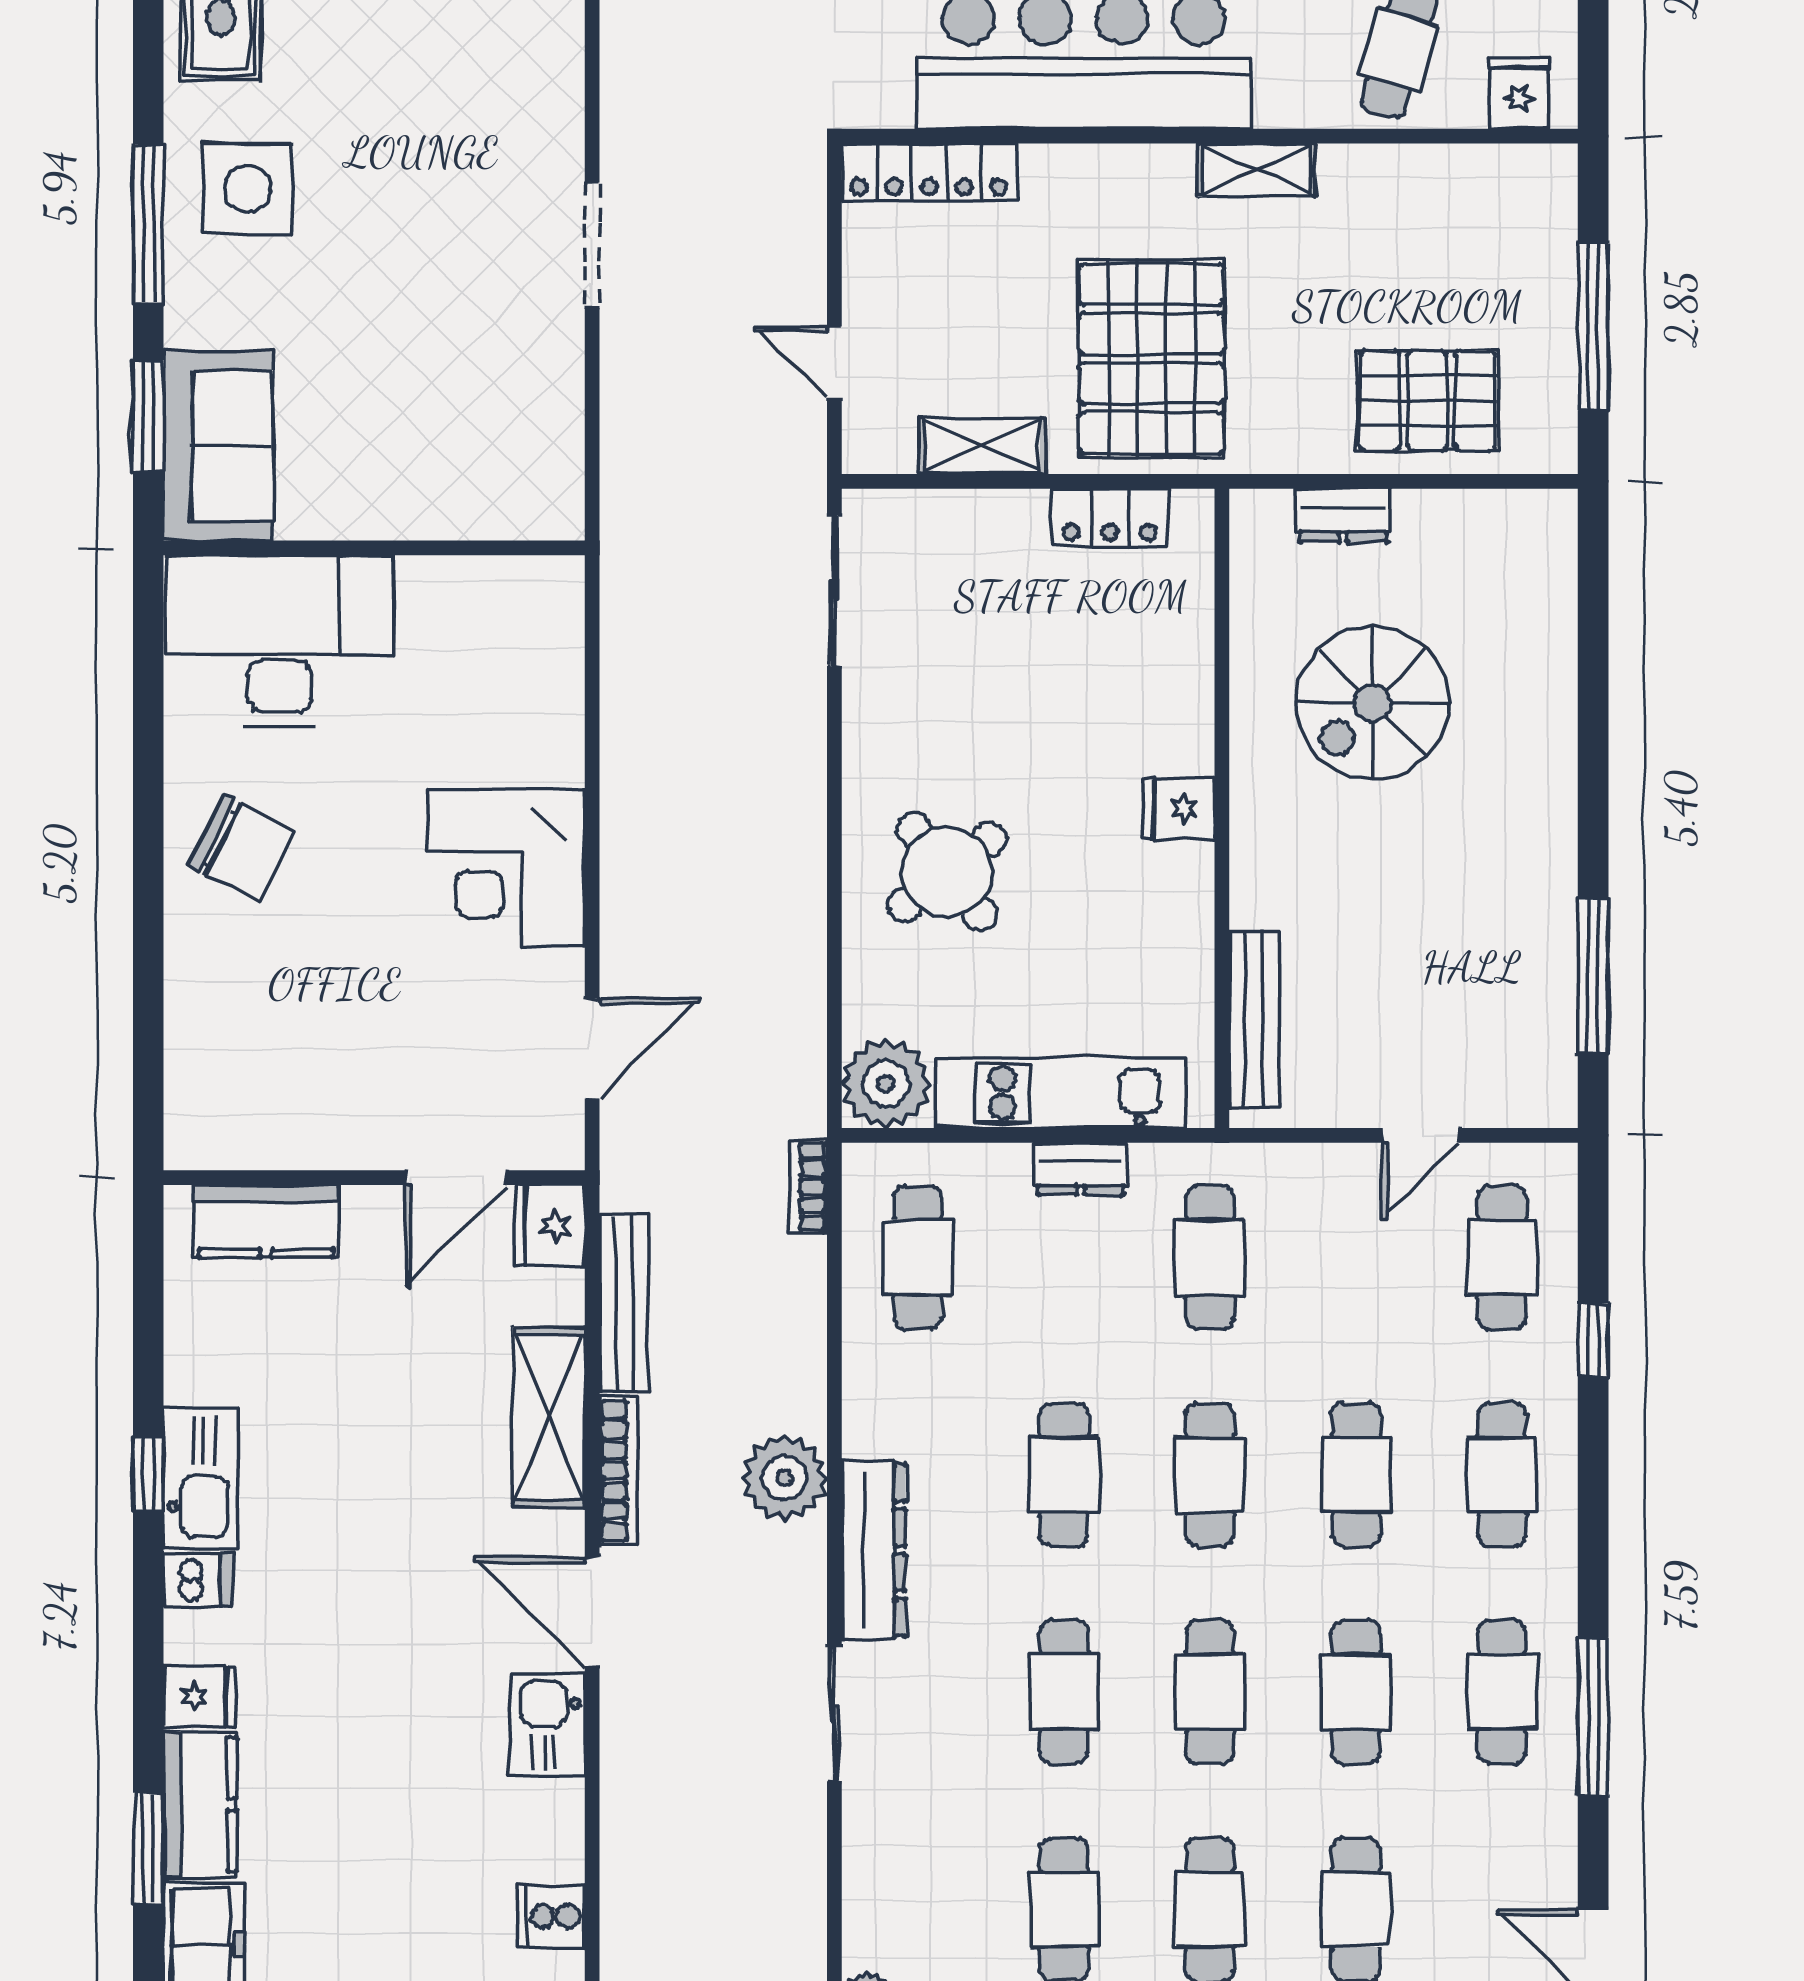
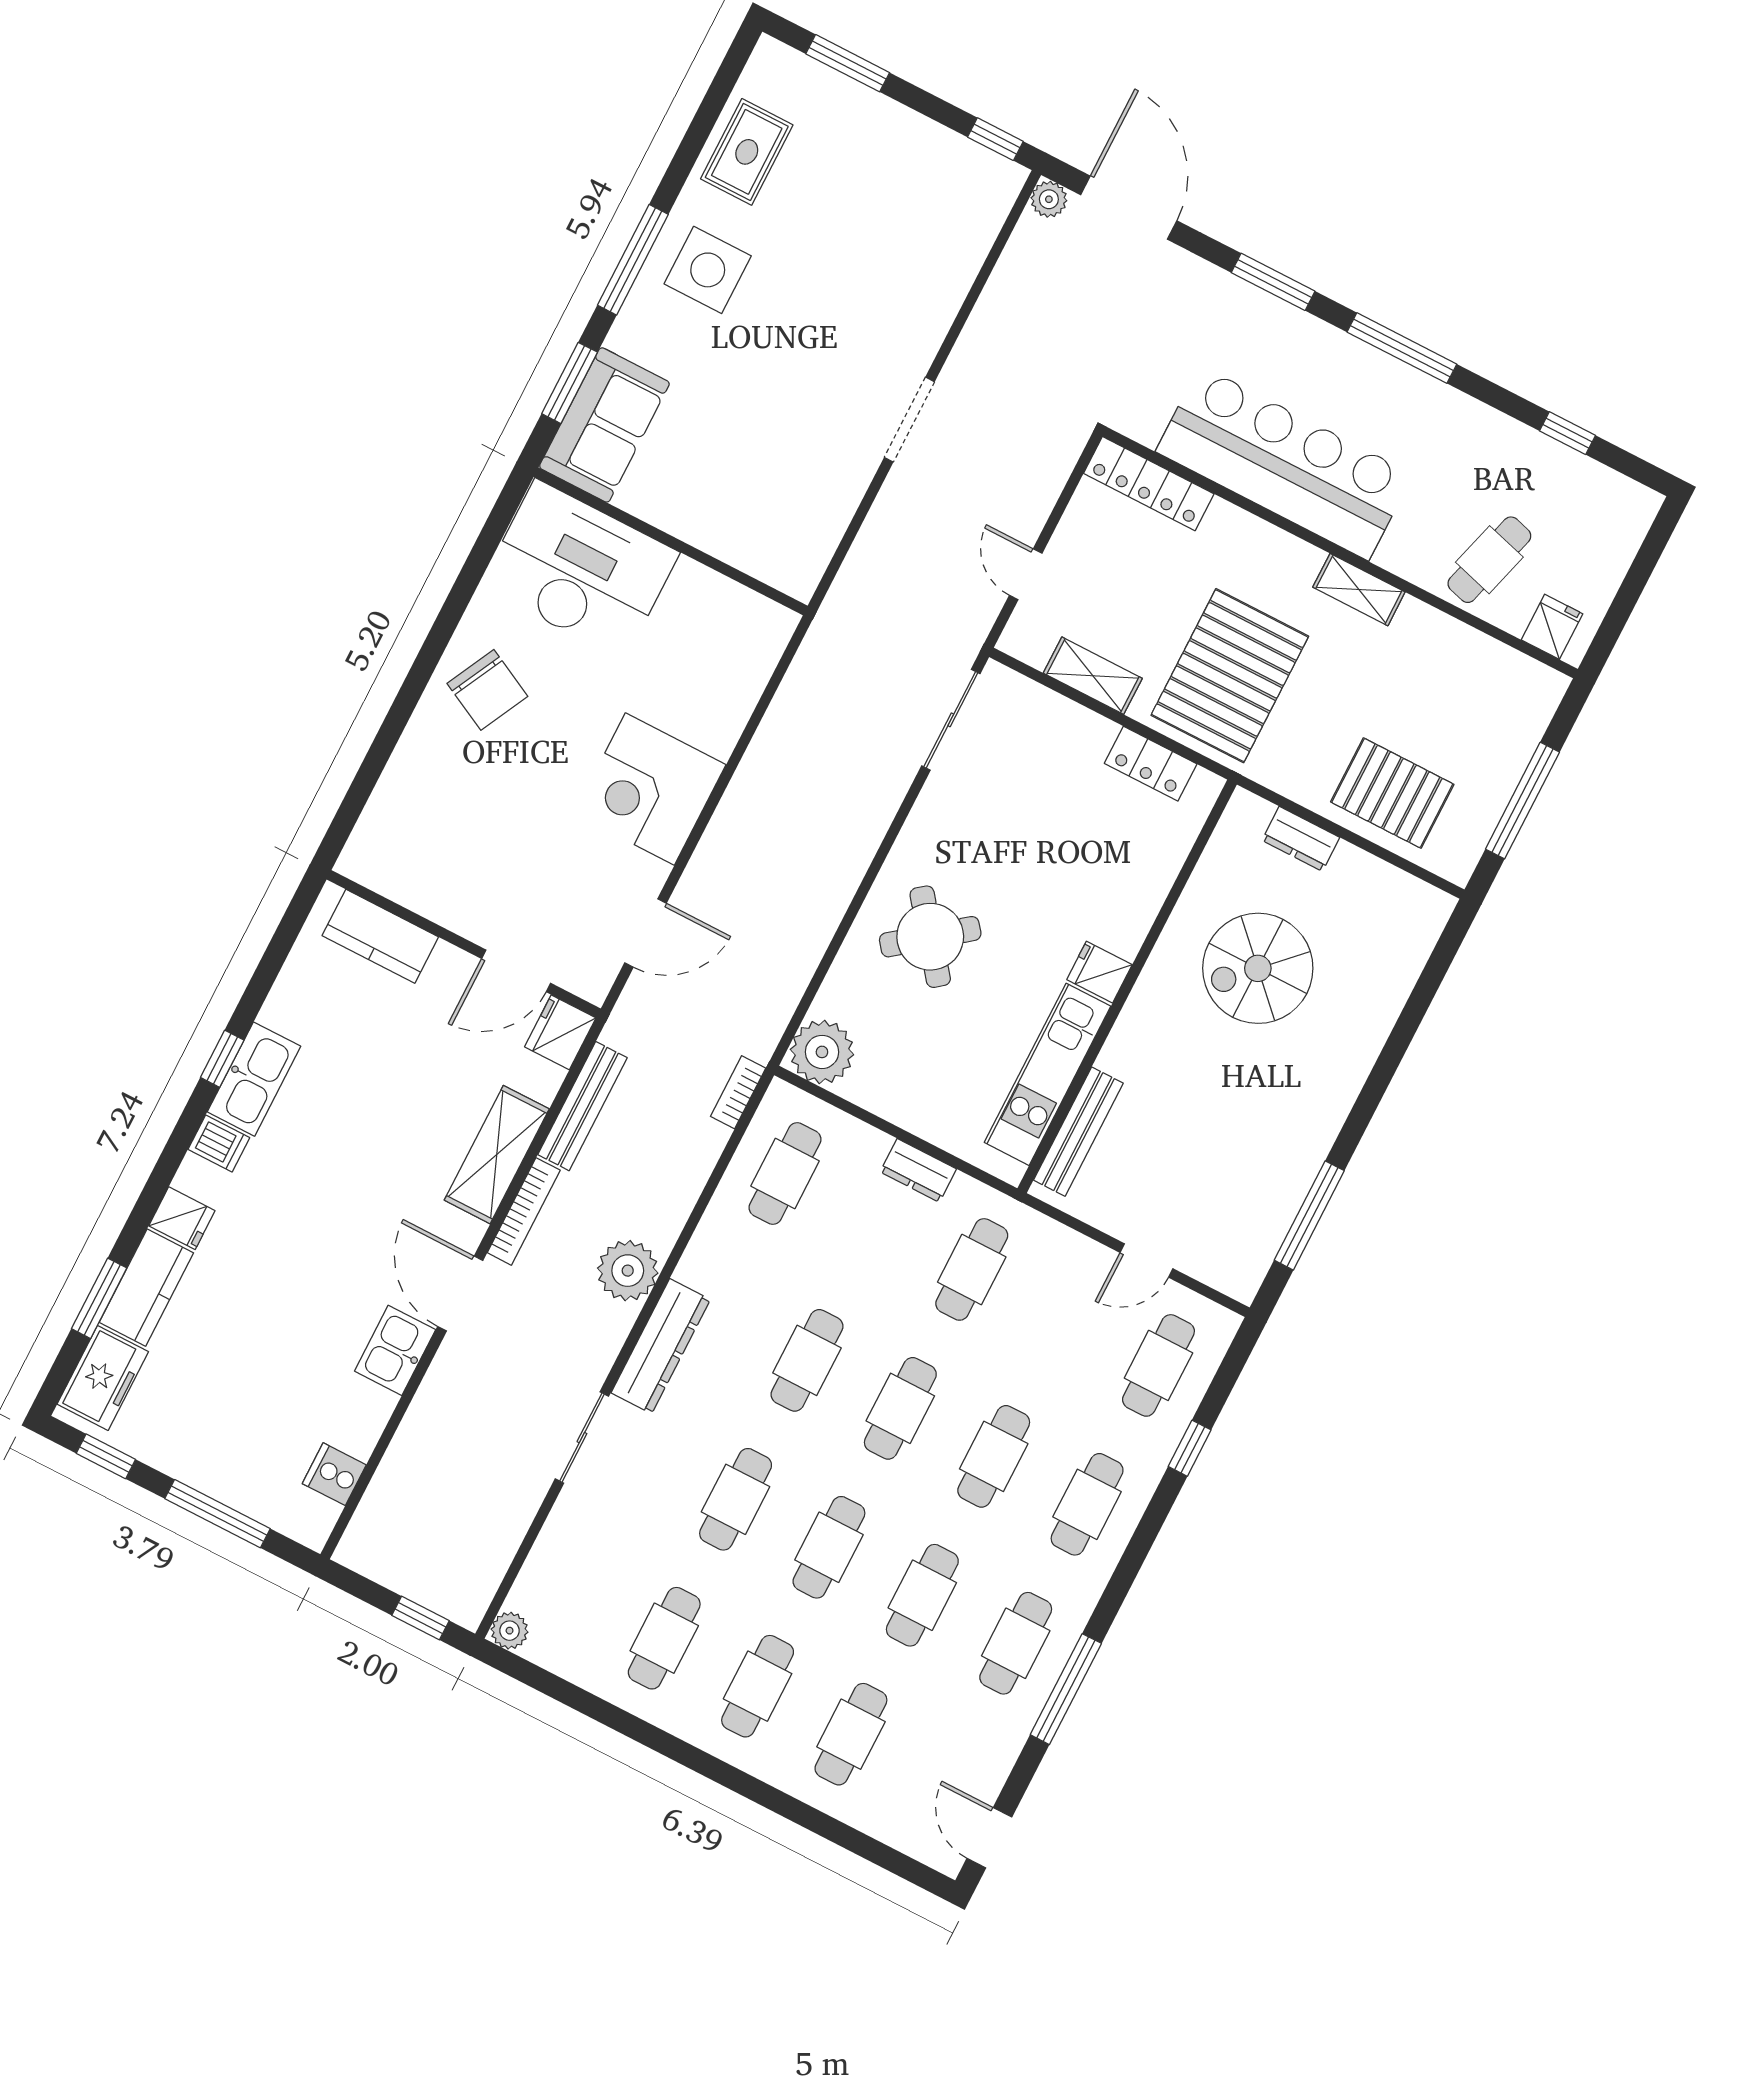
kitchen unit: (1060, 1093) -> (1048, 1074), moved, turned -90

